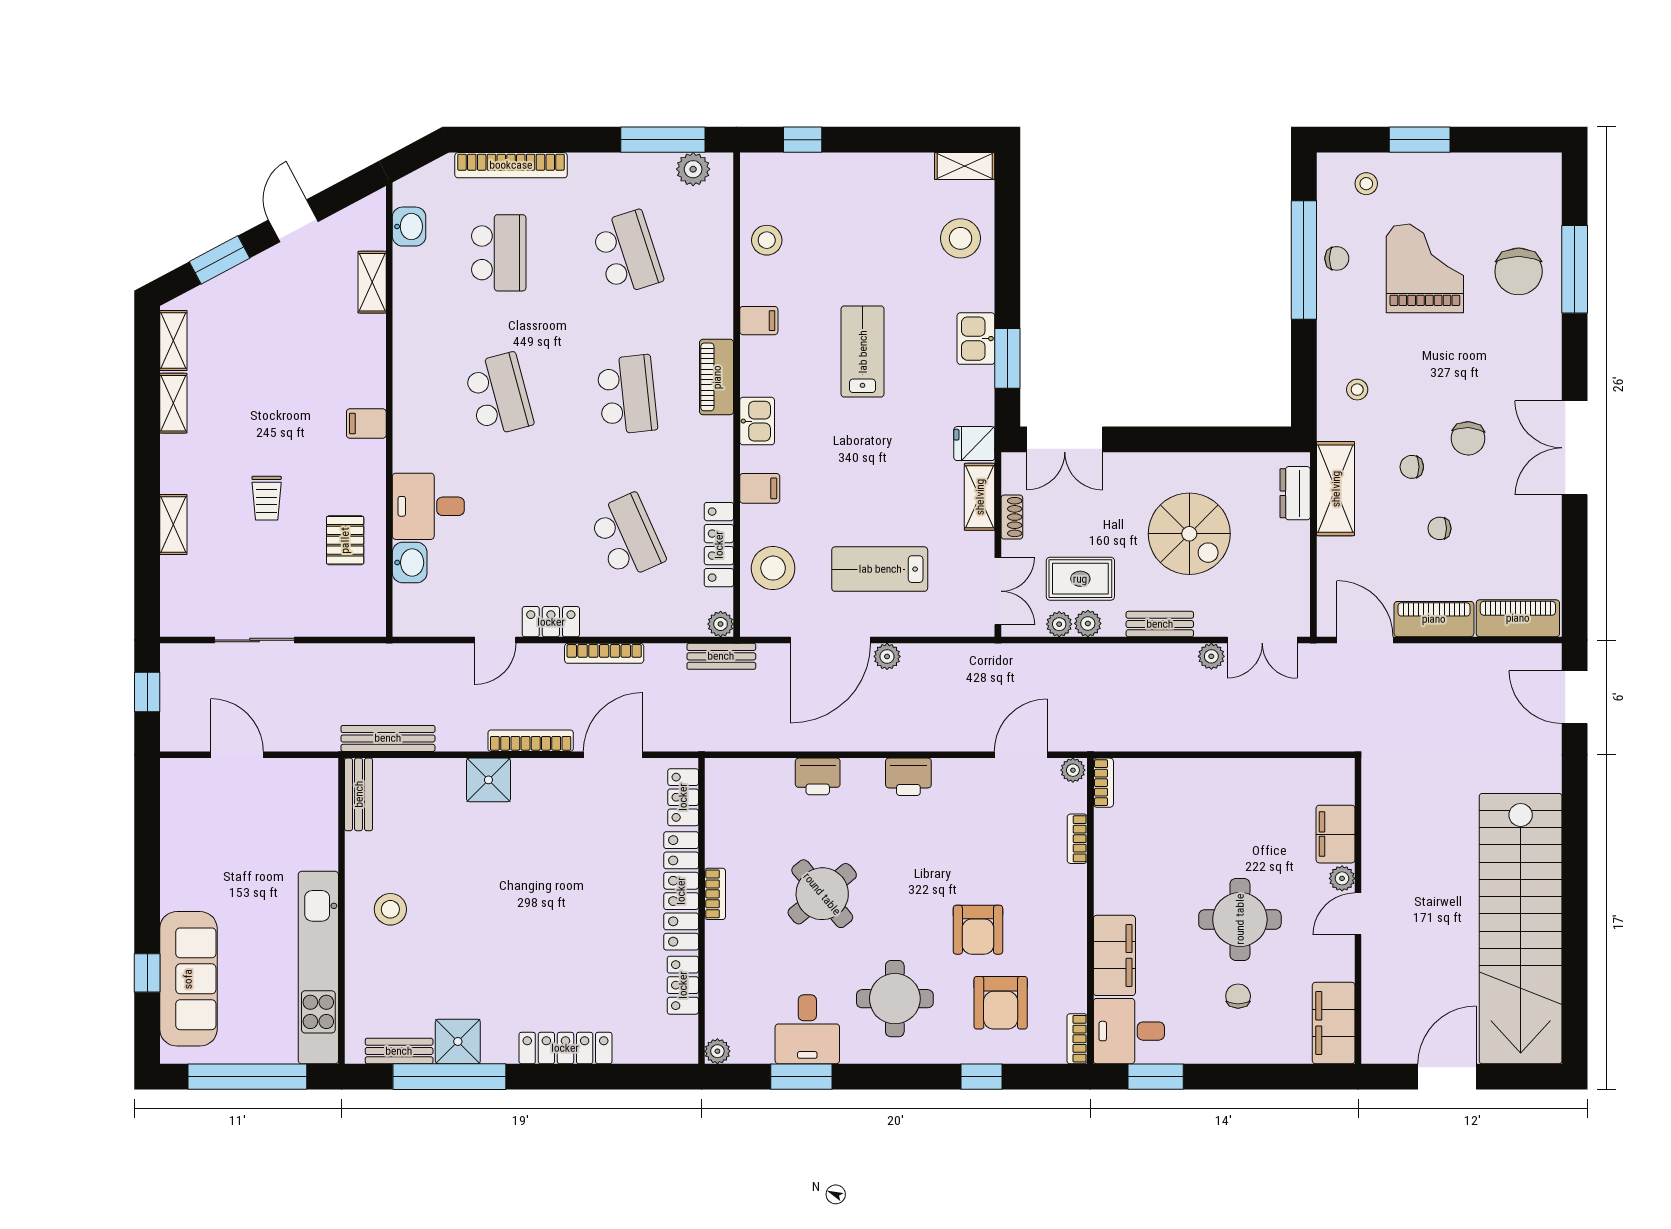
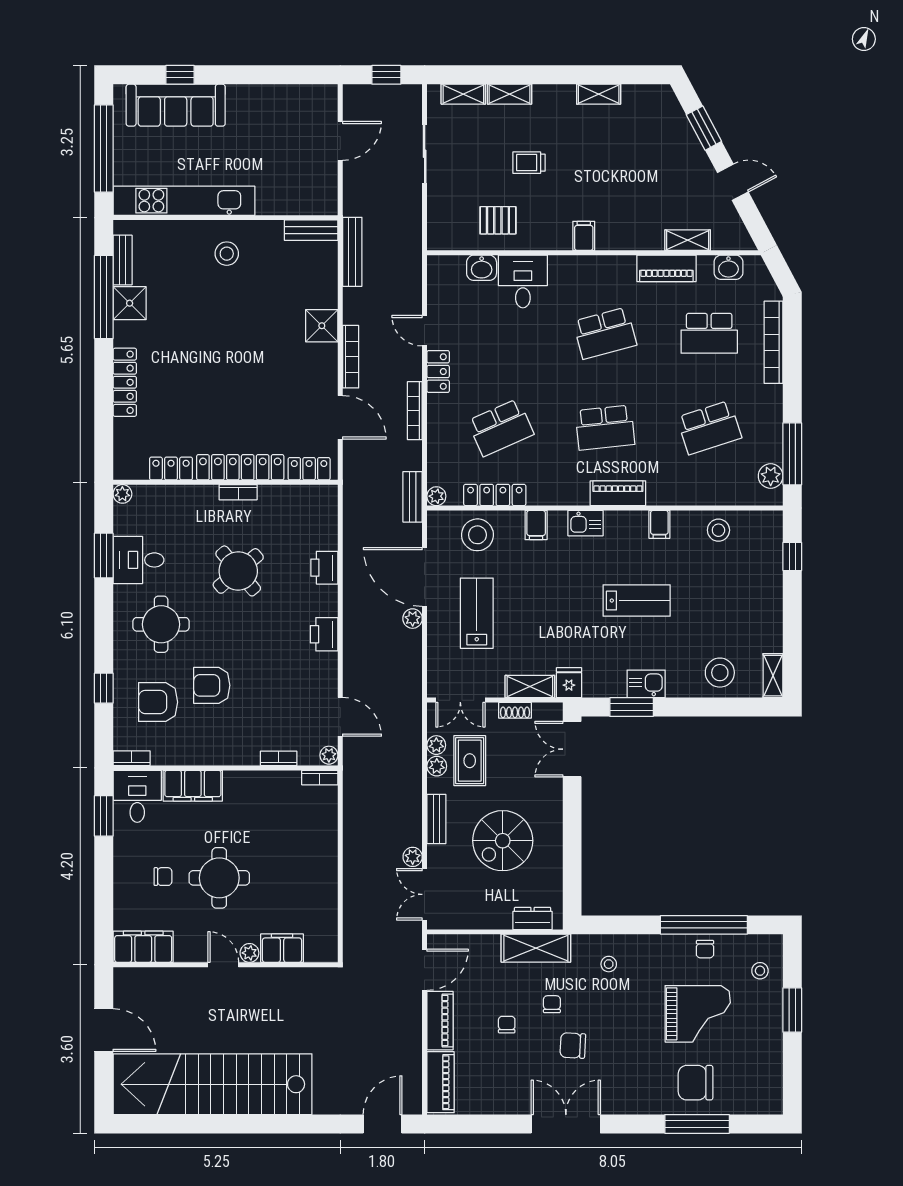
piano: (410, 311) -> (666, 268), added
shelving: (173, 341) -> (463, 94), moved

